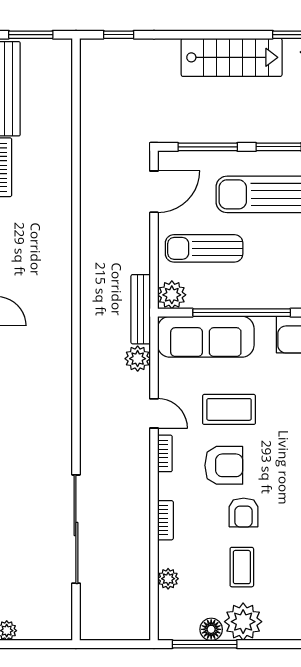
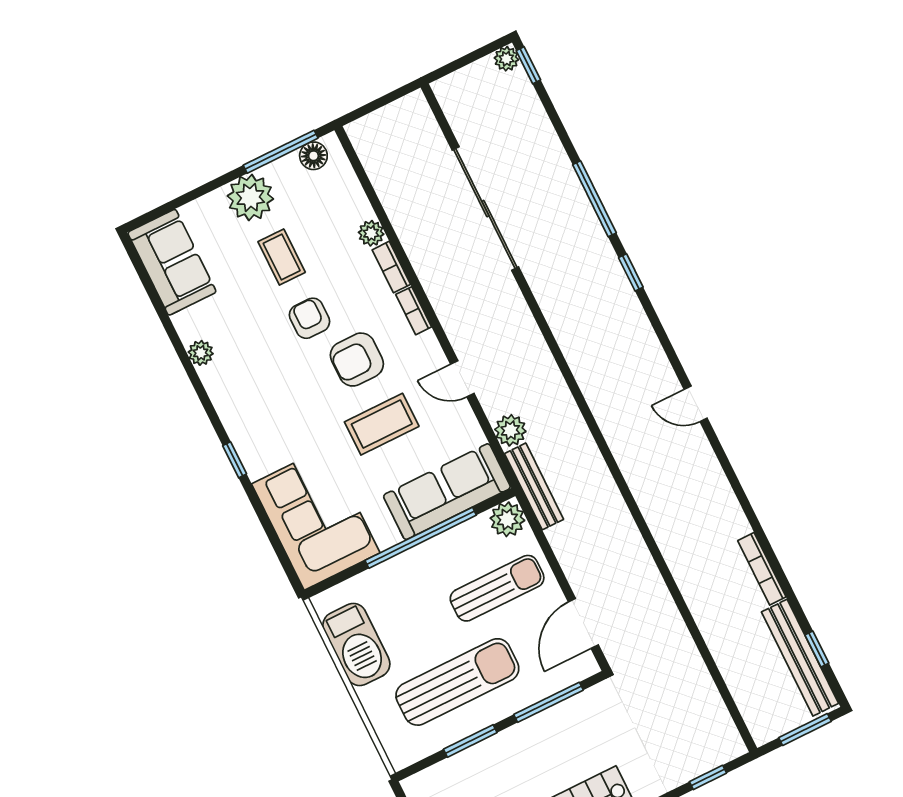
bookcase: (165, 453) -> (414, 311), moved
plant: (168, 579) -> (371, 233), moved
floor lamp: (211, 629) -> (313, 156), moved

